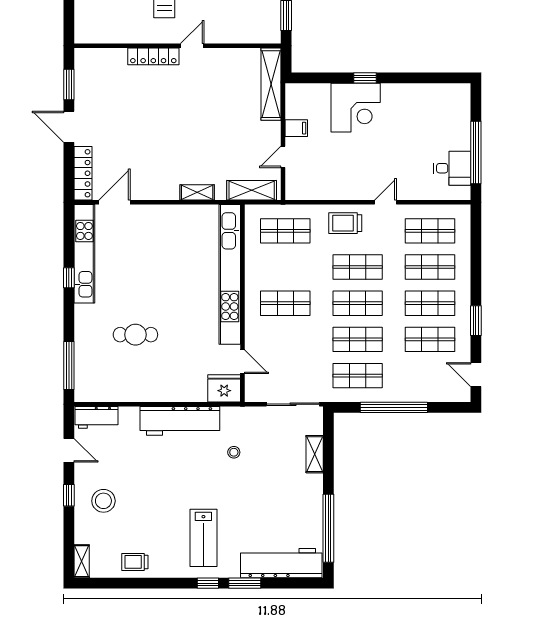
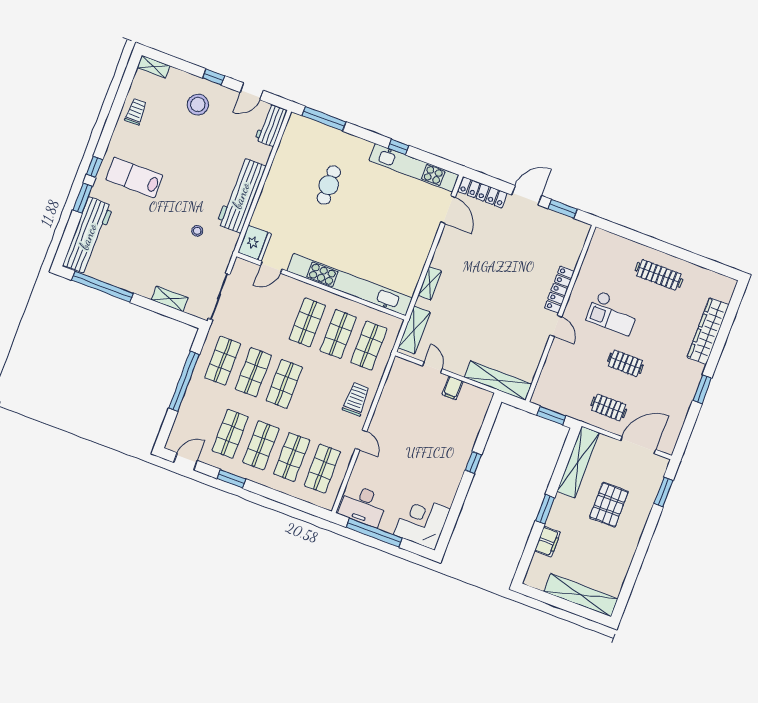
corner desk: (356, 108) -> (422, 522), moved, turned 90
desk: (452, 168) -> (363, 505), width x1.37
shop shelf: (358, 267) -> (338, 334), moved

